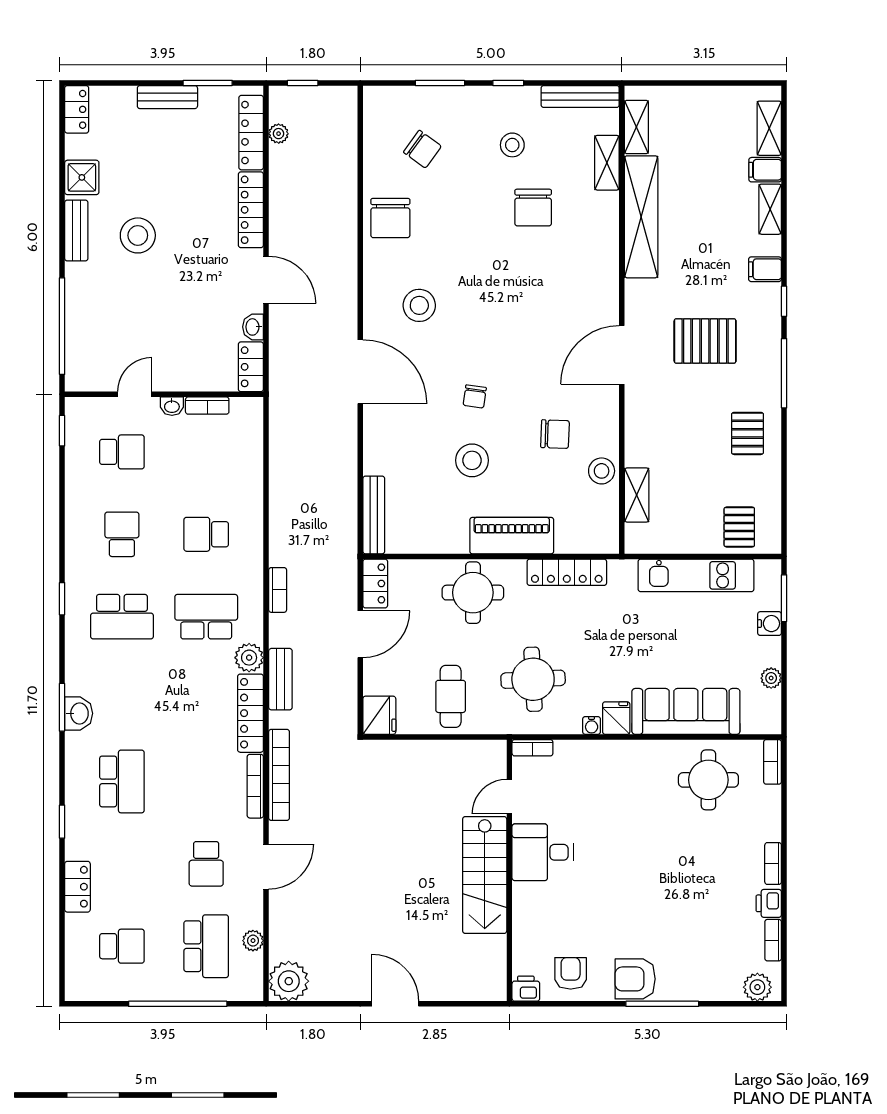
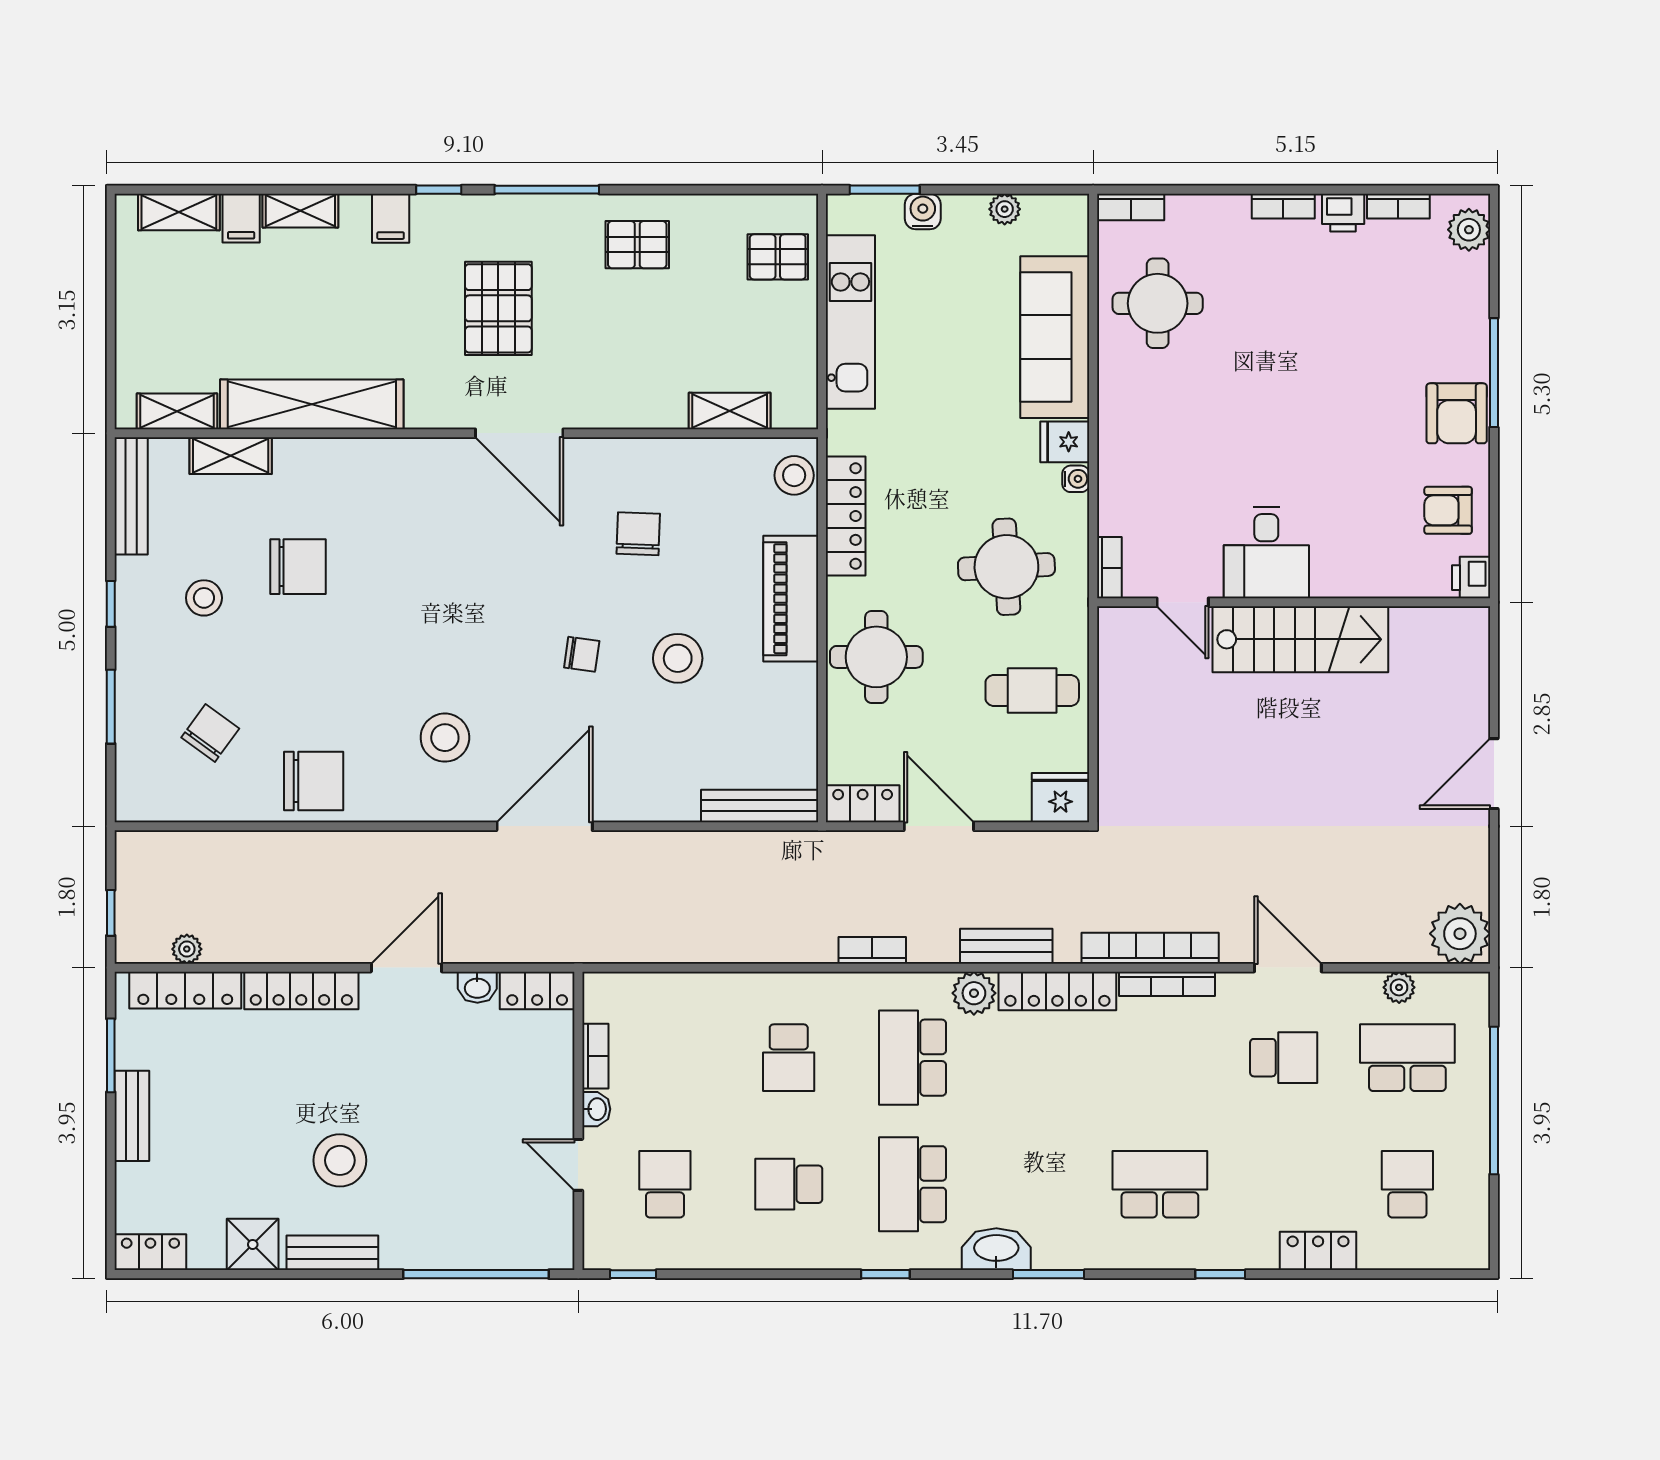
stool: (602, 471) -> (794, 475), moved
school desk: (122, 617) -> (912, 1184), turned 180
washbasin: (79, 713) -> (996, 1249), moved, width x1.38

